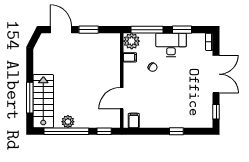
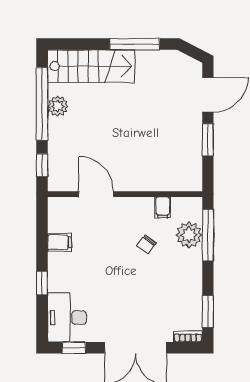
window: (182, 30) -> (208, 311), moved
plant: (132, 41) -> (189, 235), moved
desk: (171, 45) -> (67, 318), moved, turned 180
window: (30, 98) -> (135, 44), moved
filing cabinet: (134, 121) -> (60, 242), moved

